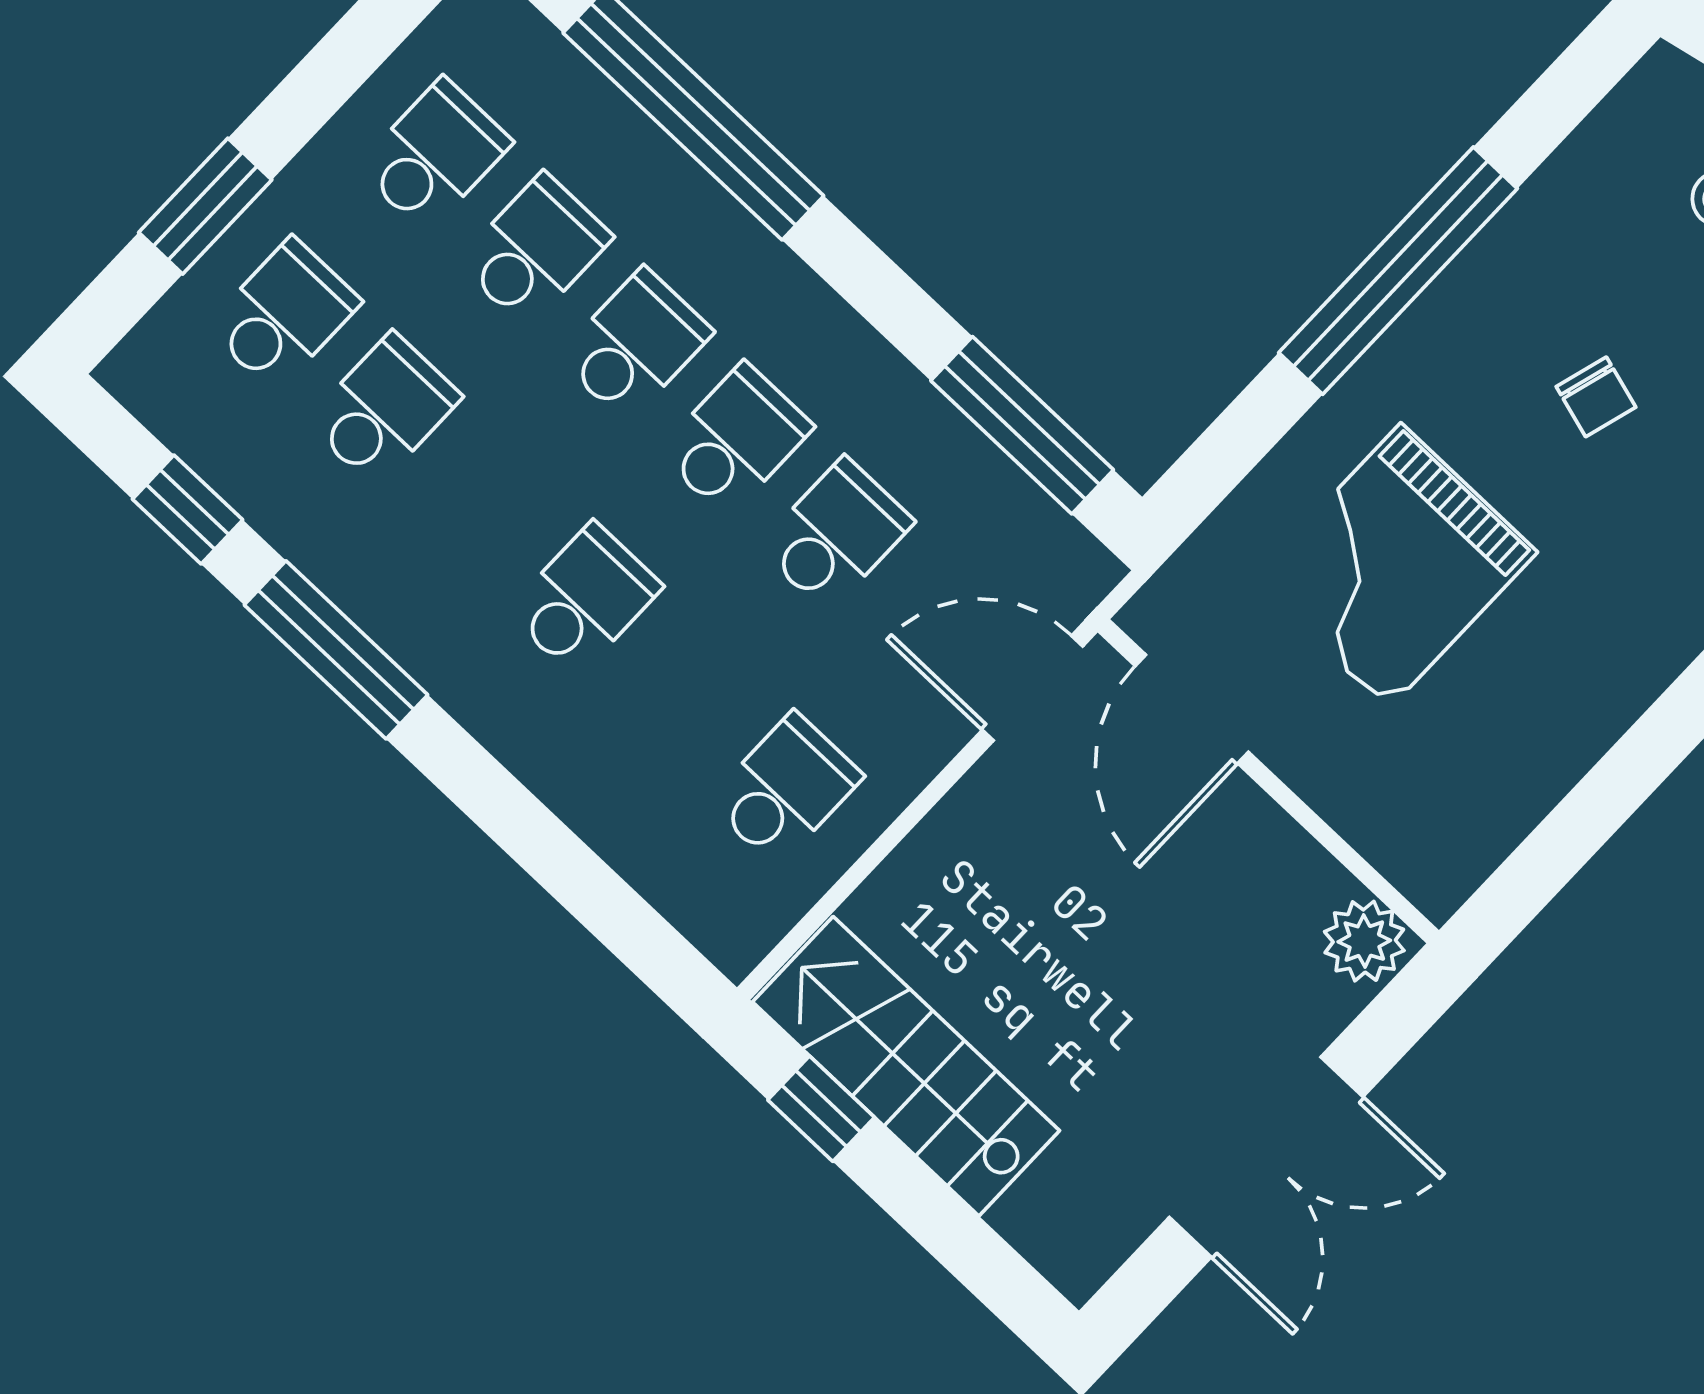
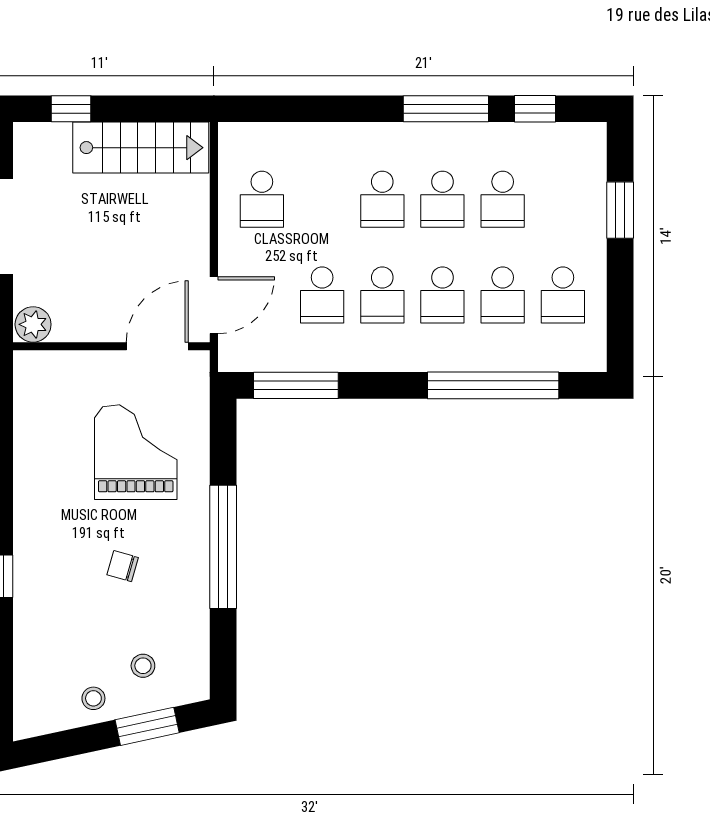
school desk: (283, 315) -> (442, 199), moved
door: (1192, 709) -> (157, 346), hinge flipped
window: (821, 1109) -> (71, 109), moved

